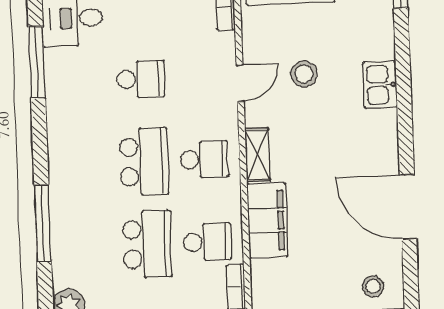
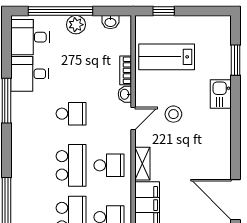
washbasin: (226, 45) -> (125, 94), added
kitchen sink: (380, 85) -> (221, 94), moved

